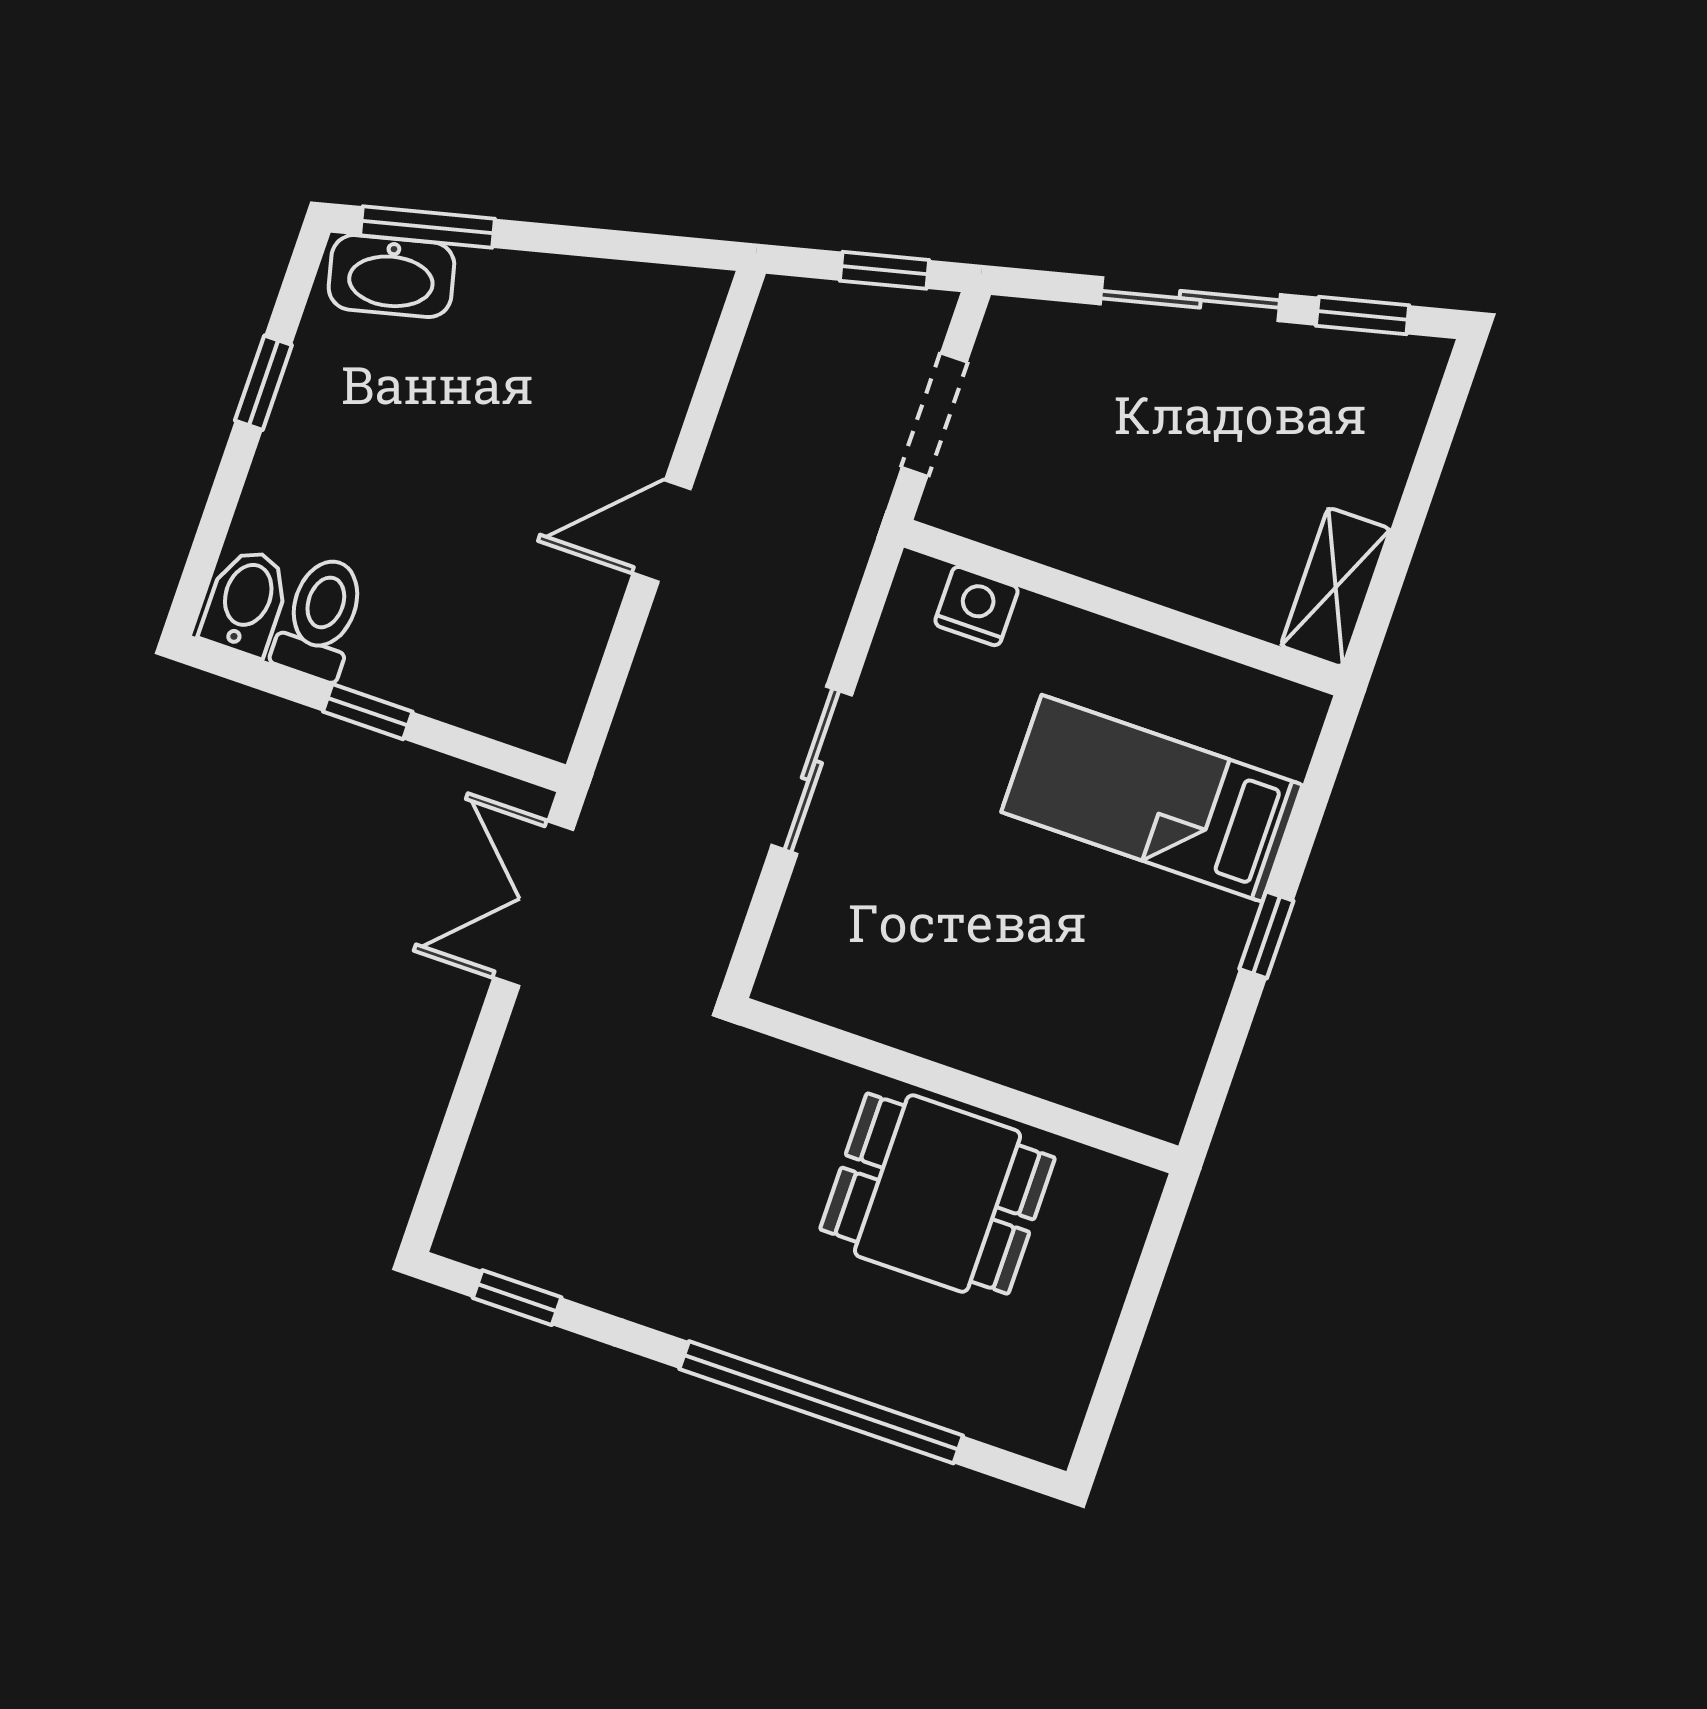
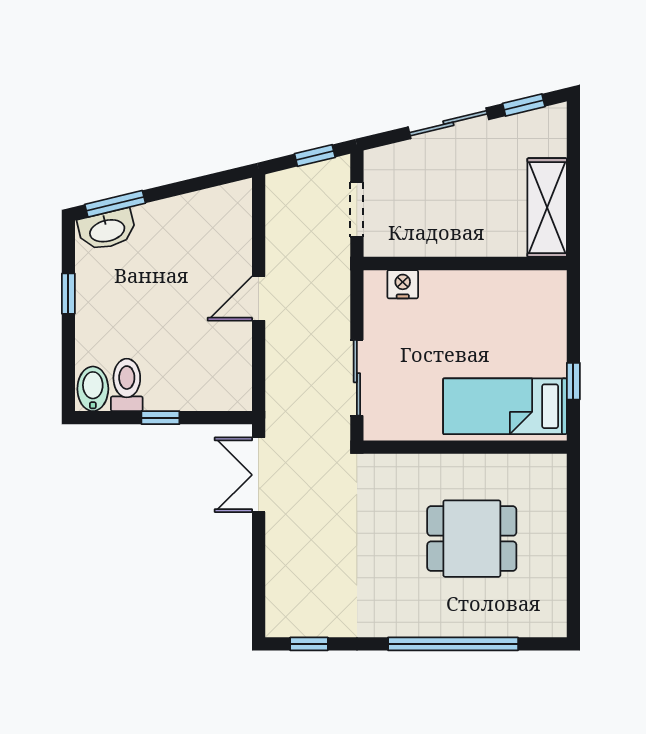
shelving: (1336, 587) -> (547, 208), width x1.50, depth x1.33
bed: (1152, 798) -> (505, 406), moved
wall: (959, 1086) -> (465, 447), moved

